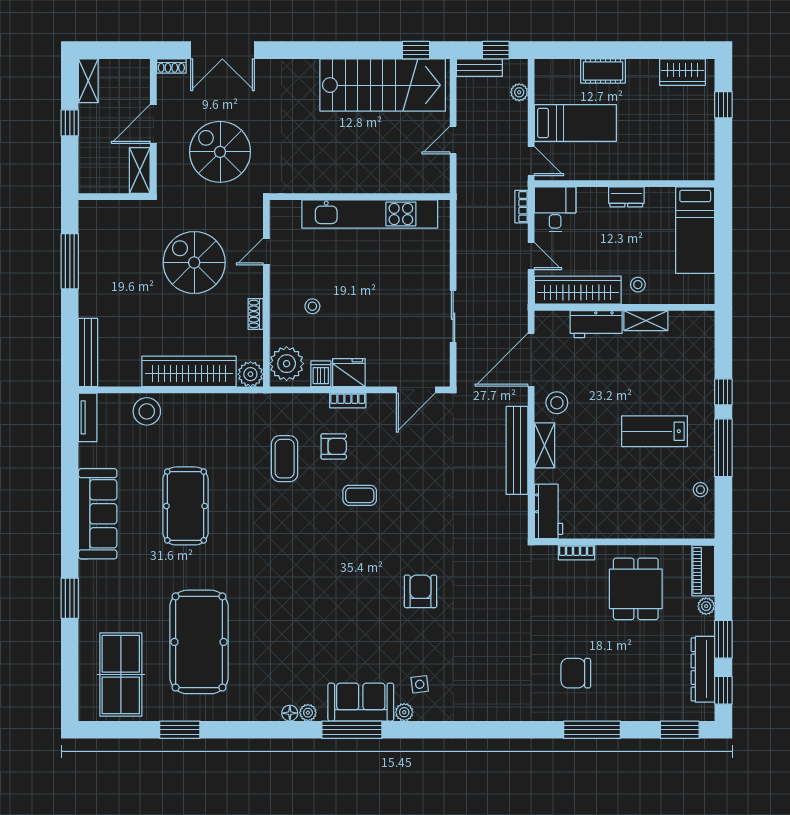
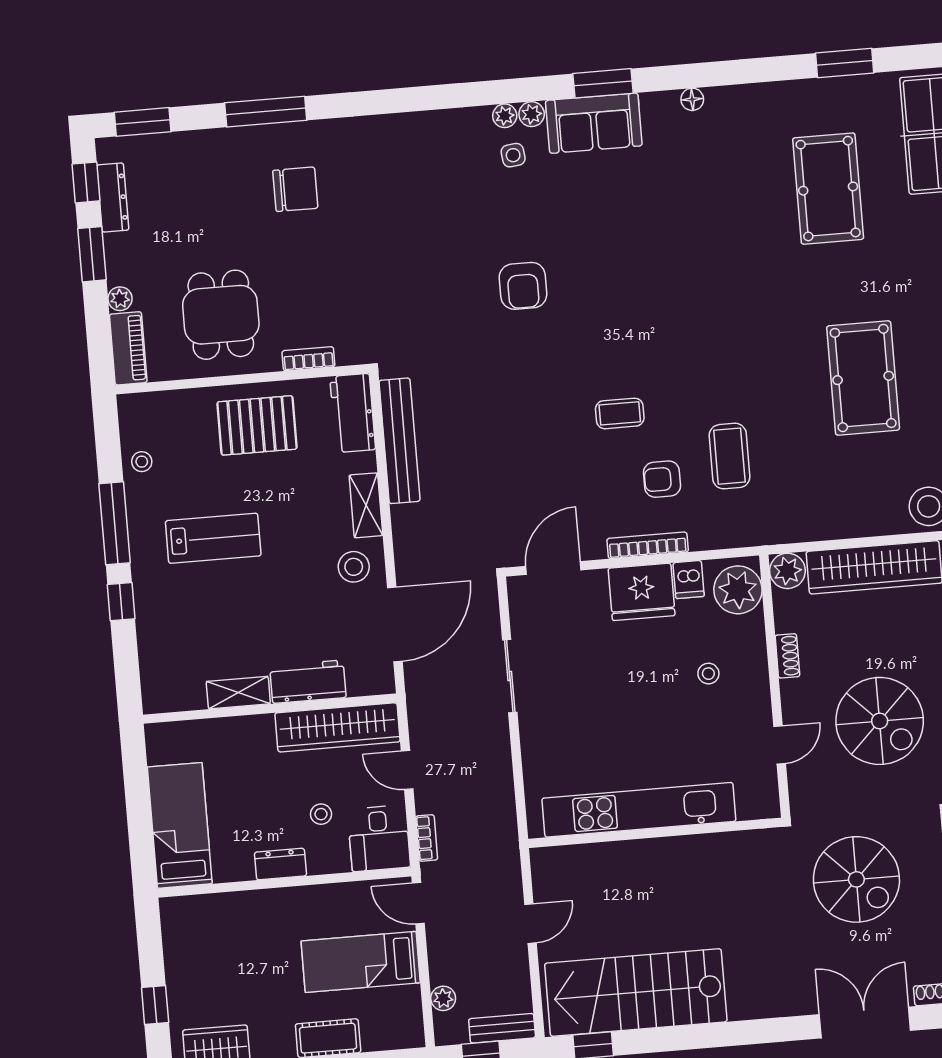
stool: (638, 285) -> (321, 814), moved
fridge: (349, 373) -> (642, 592), width x1.36, depth x1.34
bookcase: (348, 400) -> (648, 545), width x1.56
bench: (517, 450) -> (400, 441), moved
pallet: (617, 508) -> (257, 425), added
pool table: (199, 642) -> (828, 189), width x0.73, depth x0.76
dresser: (703, 669) -> (113, 197), width x0.73, depth x0.80
plant: (308, 713) -> (505, 116), moved
window: (352, 730) -> (603, 83), width x0.69

